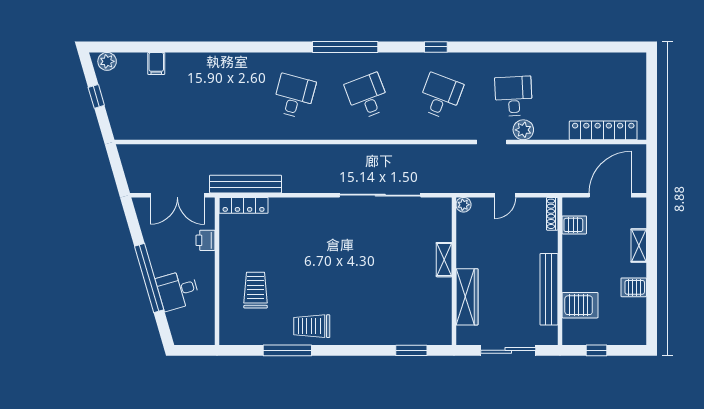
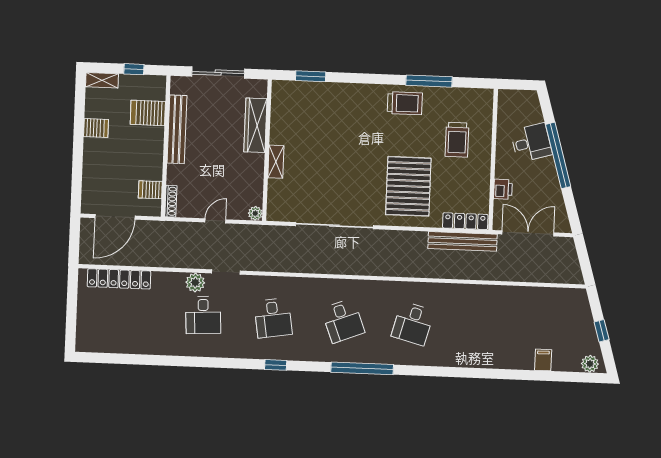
desk: (440, 96) -> (273, 318), turned -30
pallet: (304, 239) -> (408, 186), added
shelving: (639, 246) -> (102, 80), moved, turned 90

